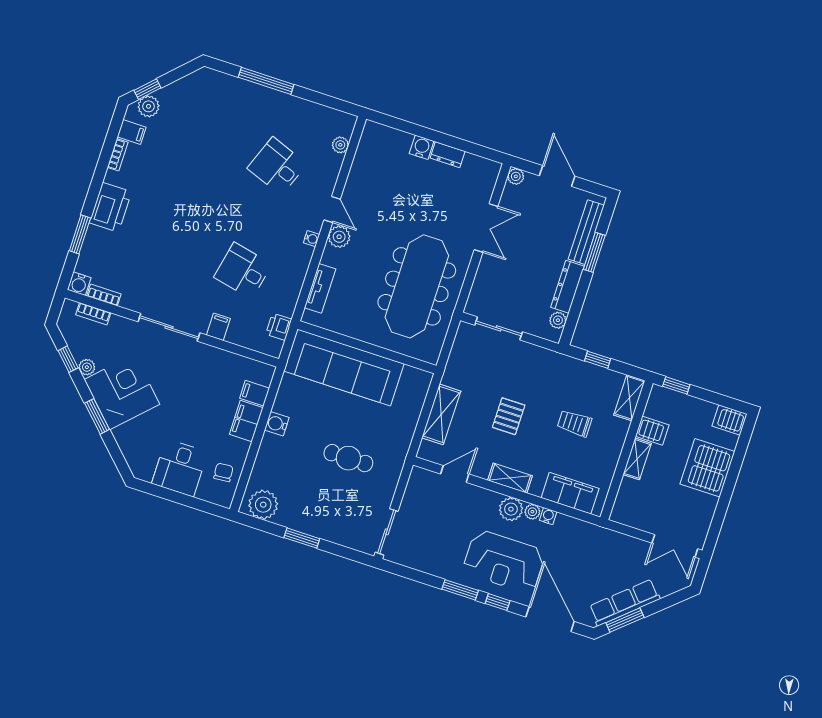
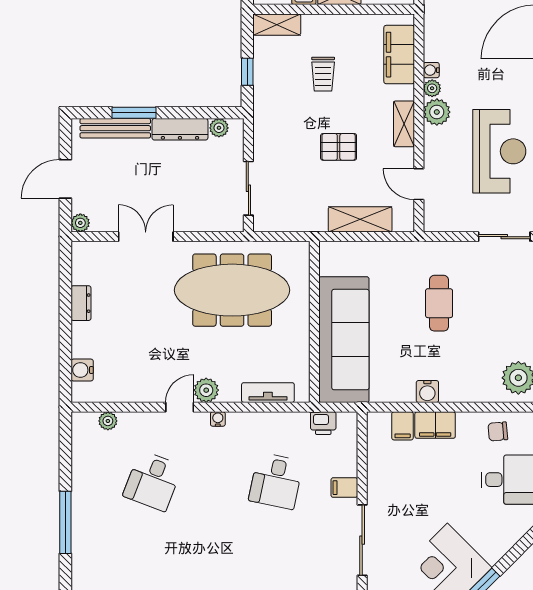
water cooler: (422, 147) -> (82, 370), moved
reception desk: (504, 562) -> (499, 151), moved

